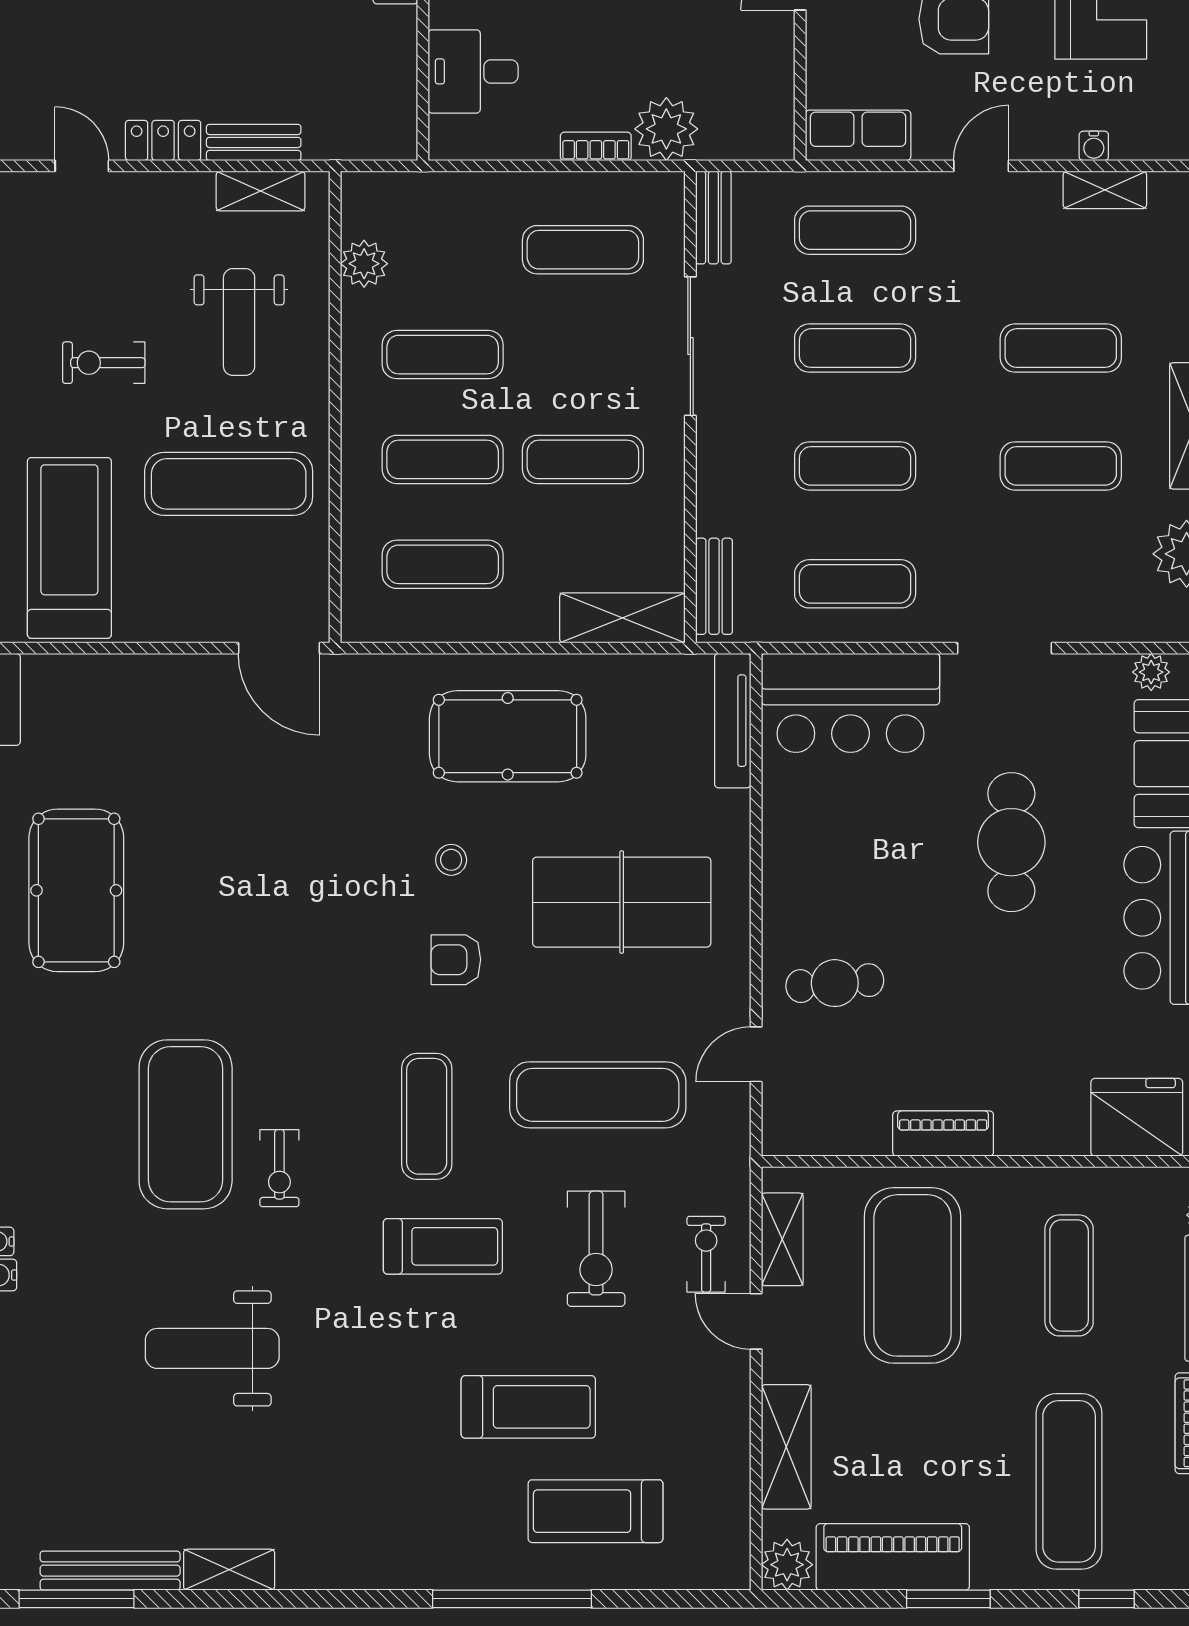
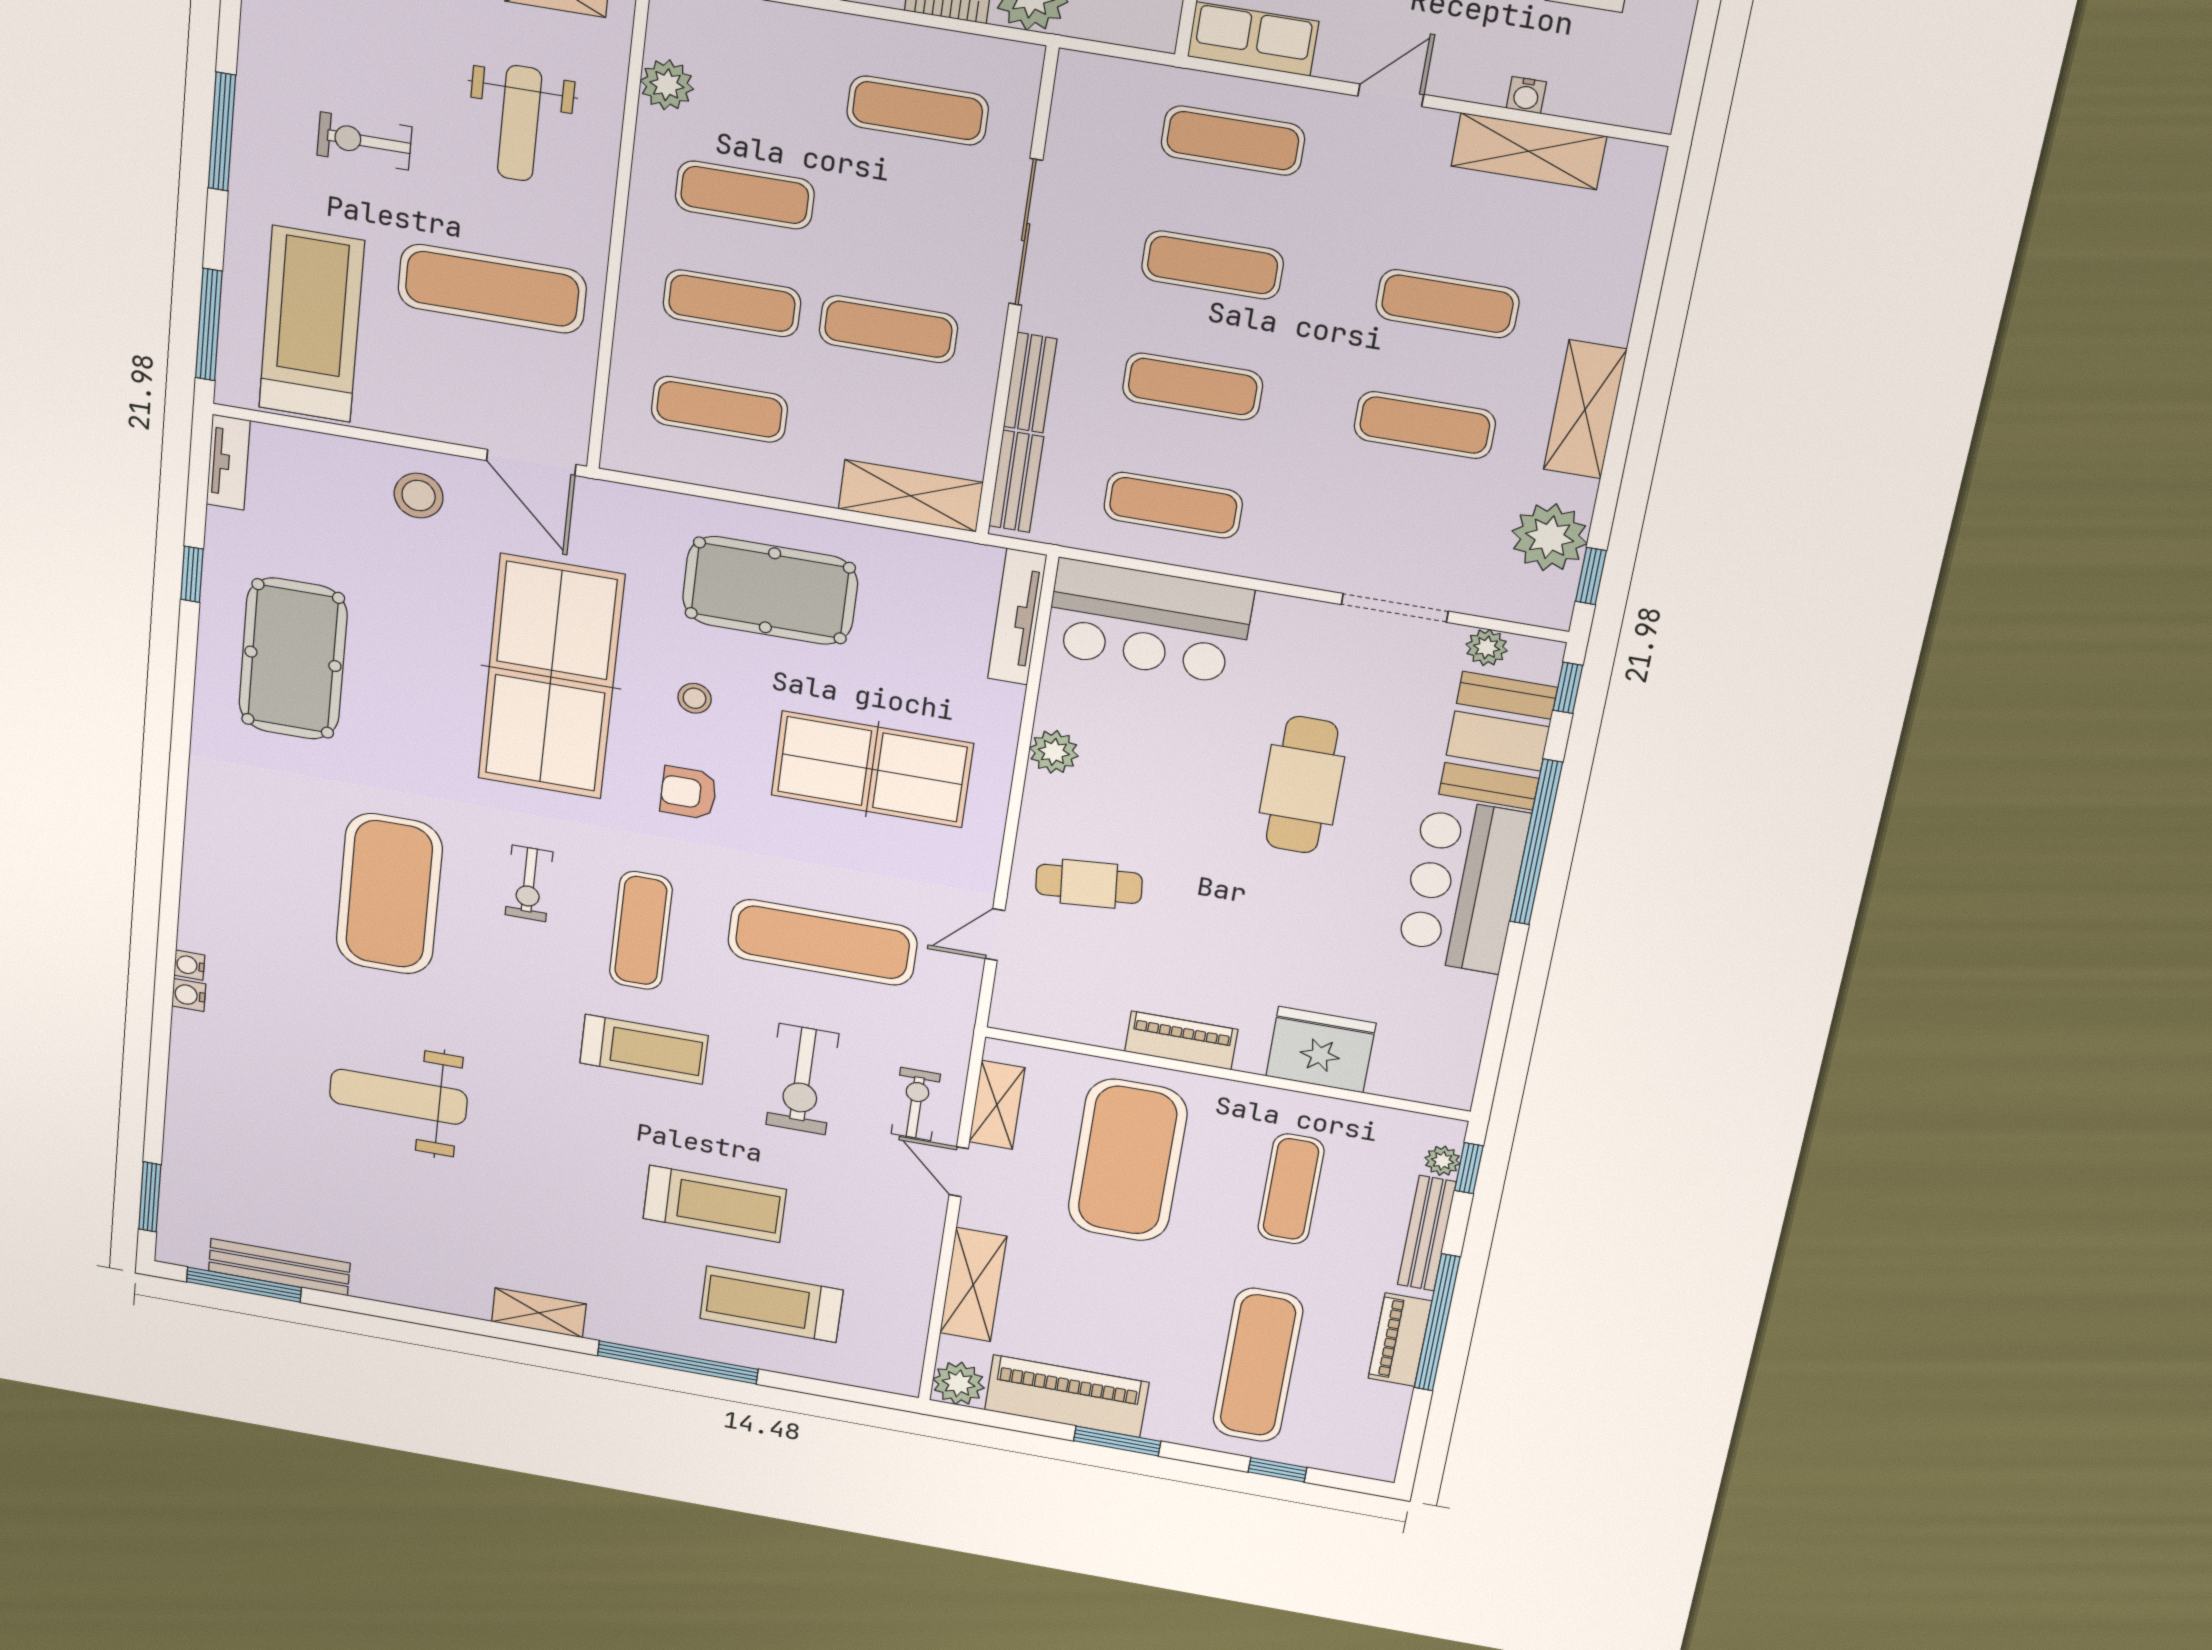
shelving: (1105, 190) -> (1529, 151), width x1.50, depth x1.33
bench: (713, 217) -> (1030, 383), moved
doorway: (1005, 648) -> (1395, 608), moved
stool: (180, 700) -> (419, 496), added
plant: (784, 852) -> (1054, 752), added
table tennis table: (317, 863) -> (551, 677), added
fridge: (1137, 1117) -> (1321, 1050), moved
exercise bike: (279, 1168) -> (529, 883), moved
shelving: (229, 1570) -> (539, 1313), moved

